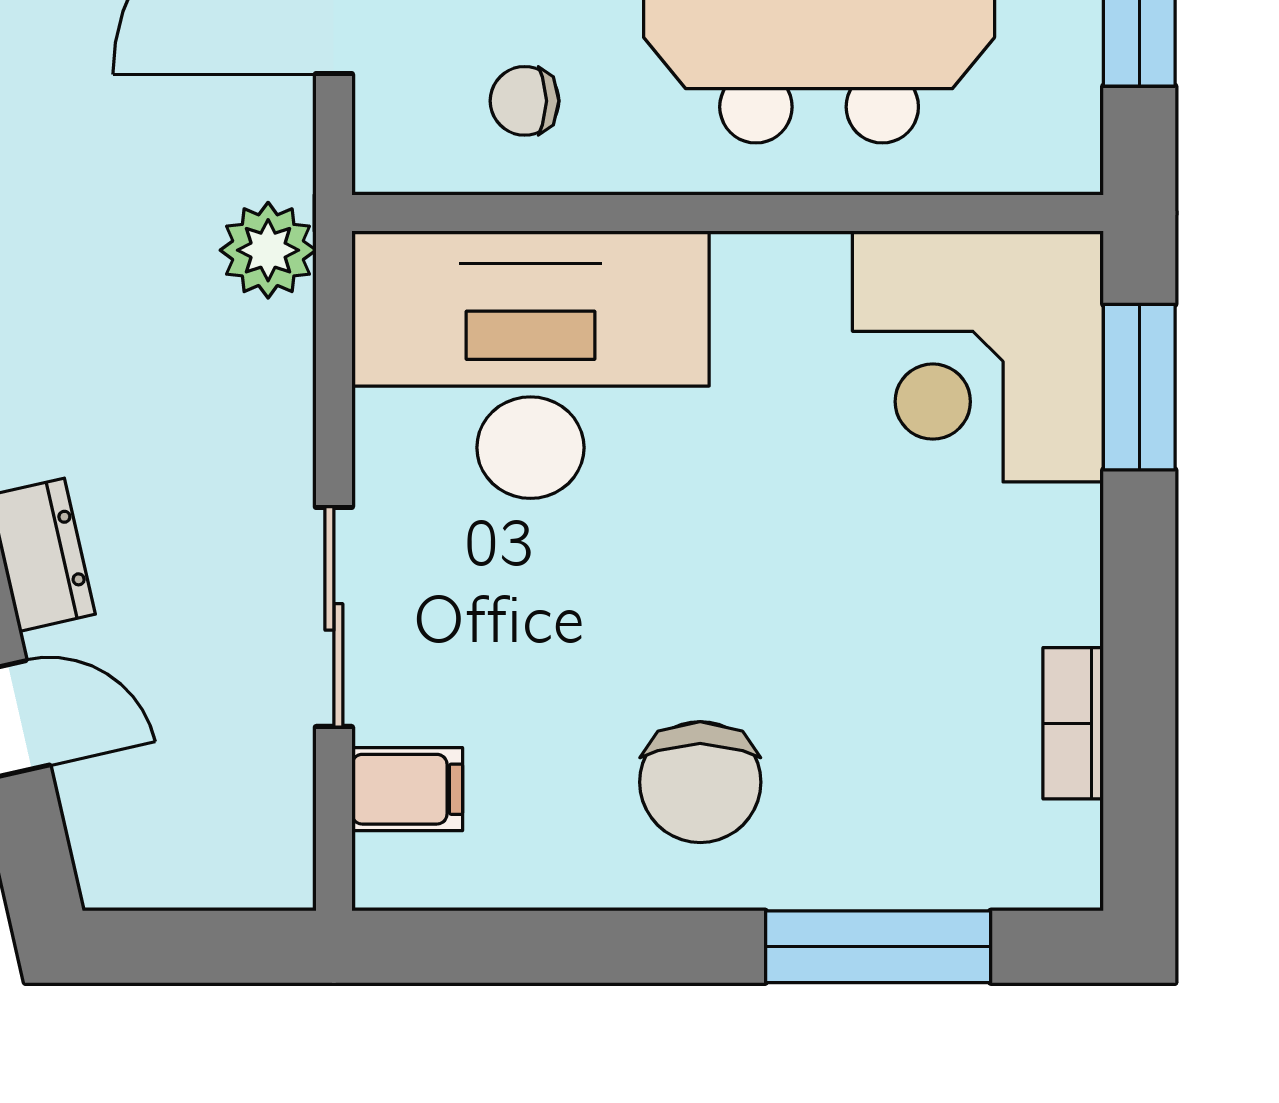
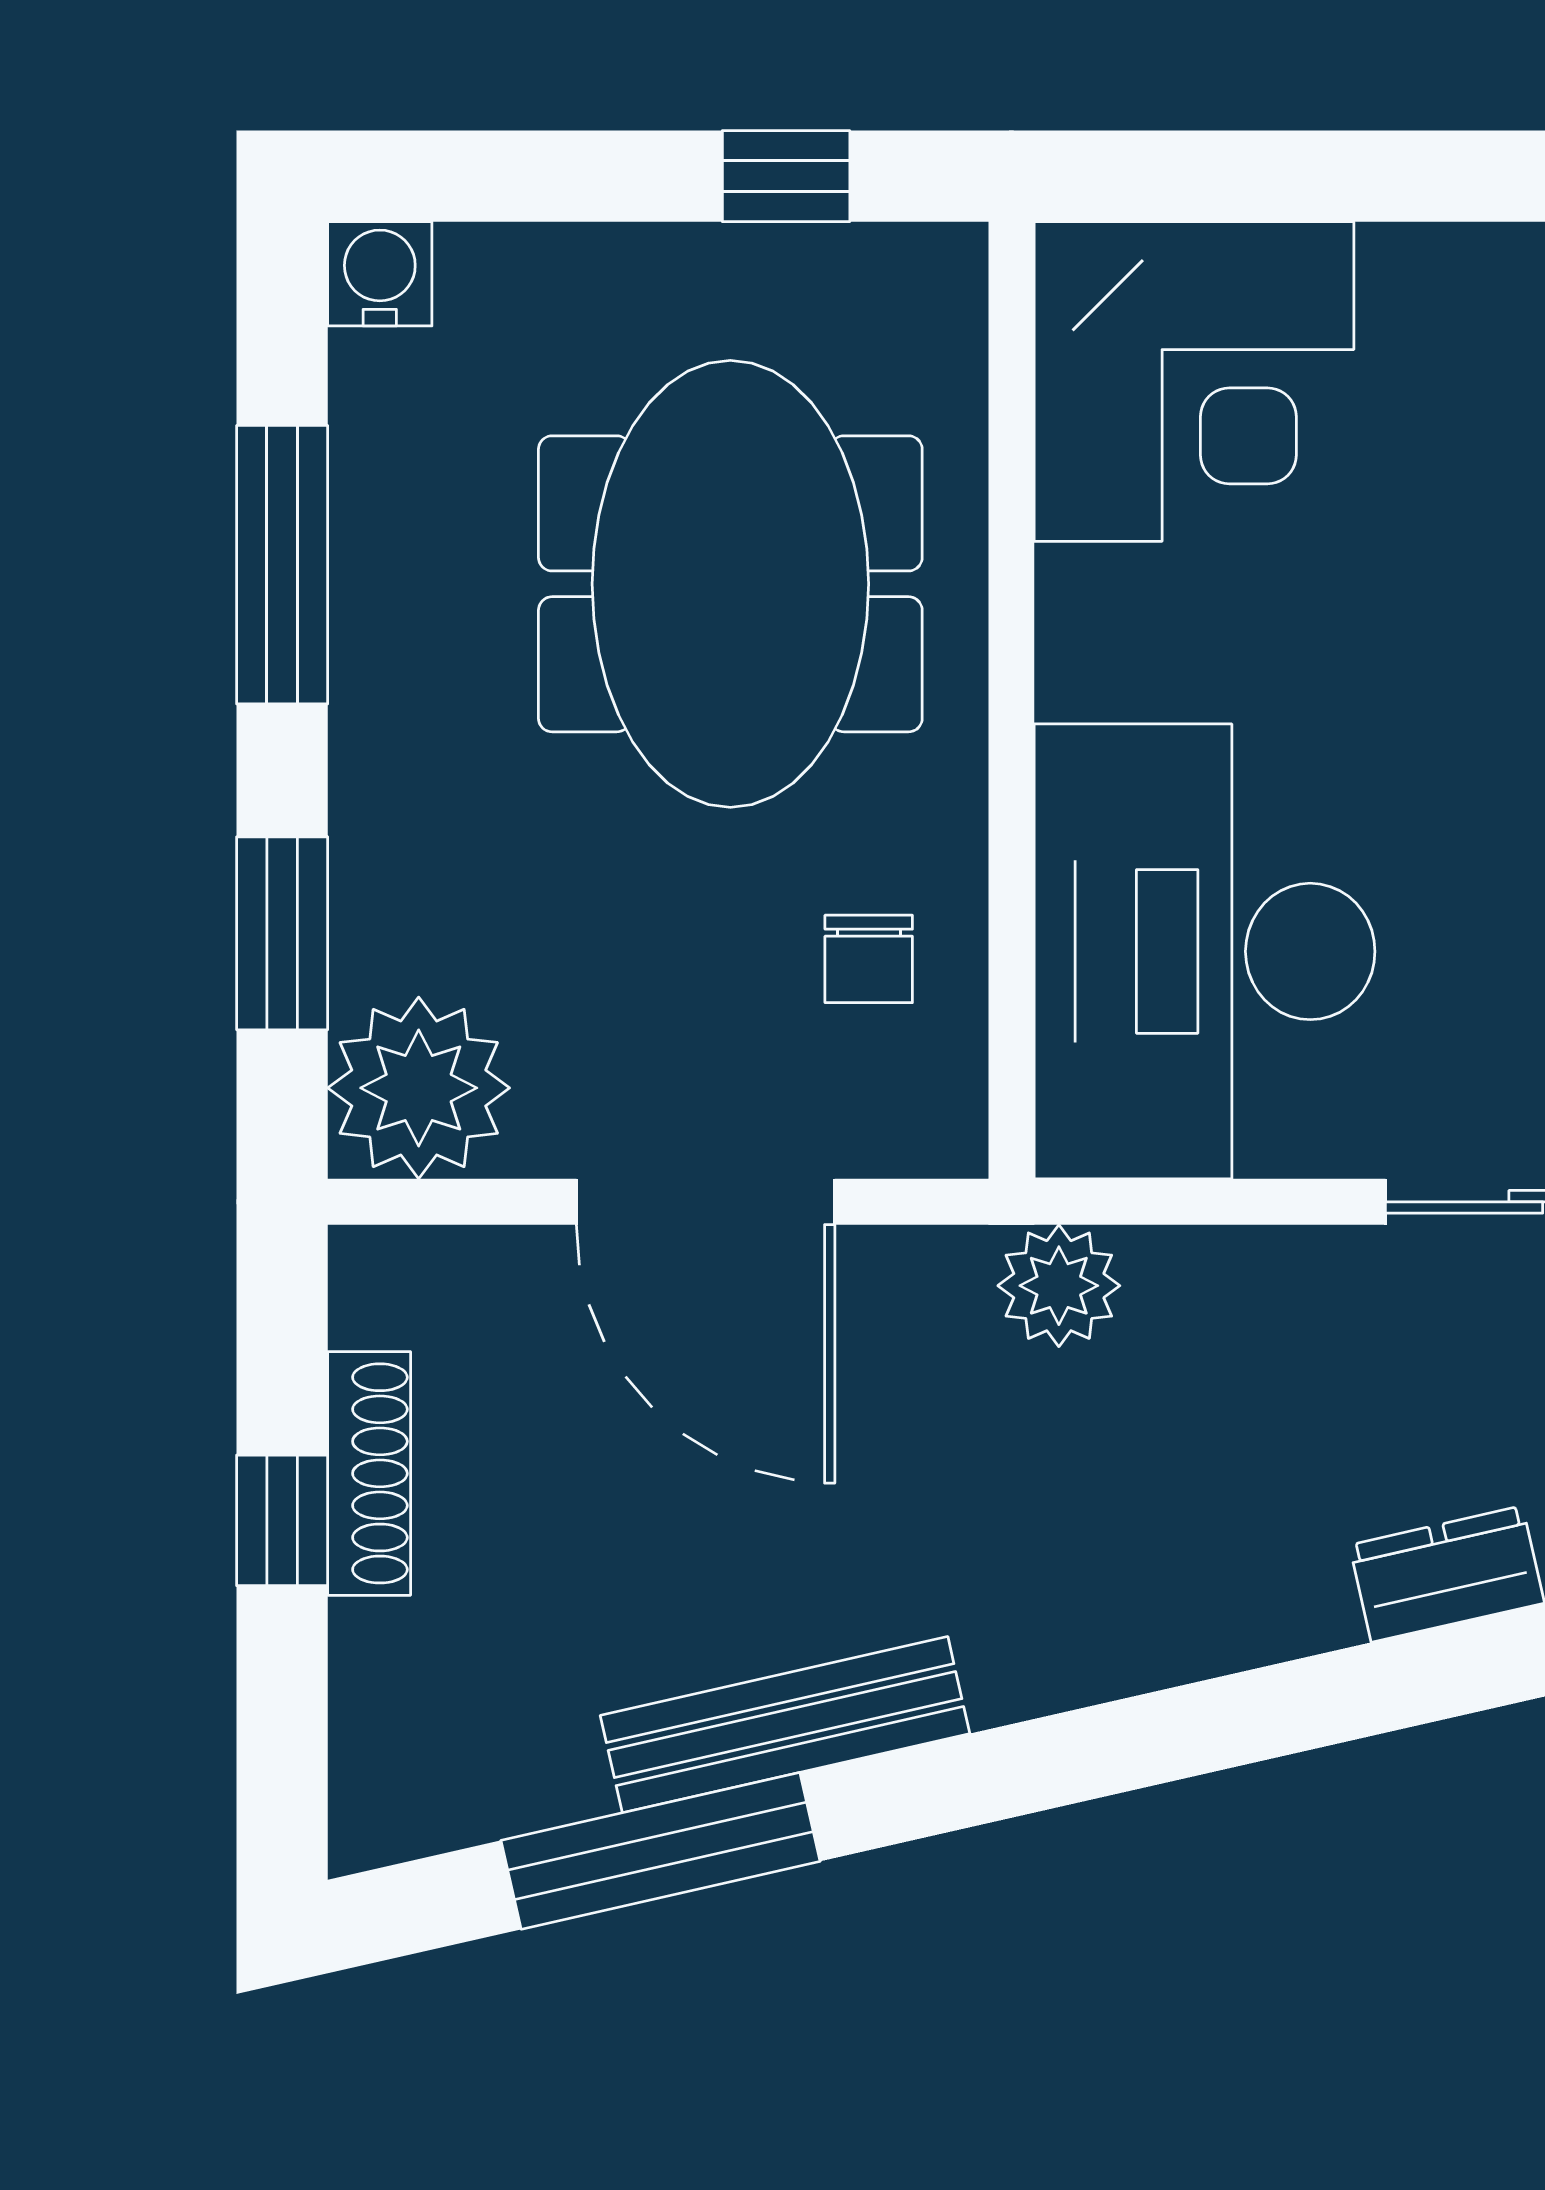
window: (1139, 387) -> (1233, 176), removed

